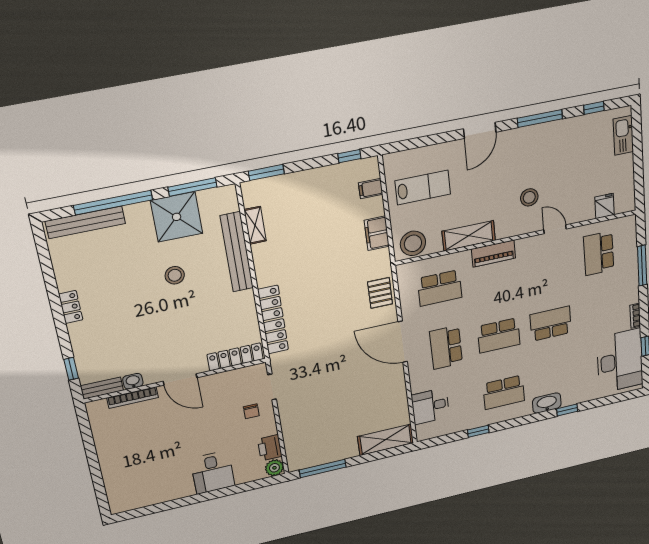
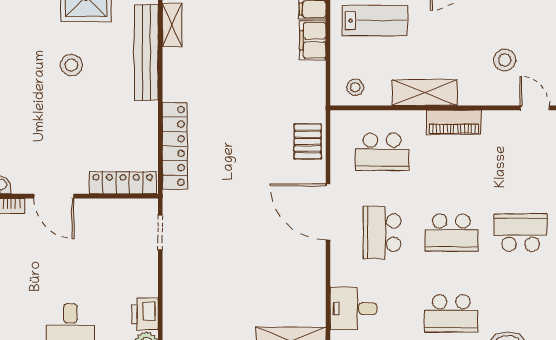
filing cabinet: (377, 233) -> (313, 40), moved
stool: (413, 243) -> (355, 87), width x0.53, depth x0.53
chair: (251, 411) -> (130, 259), removed

